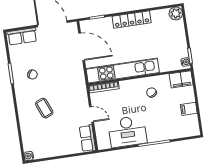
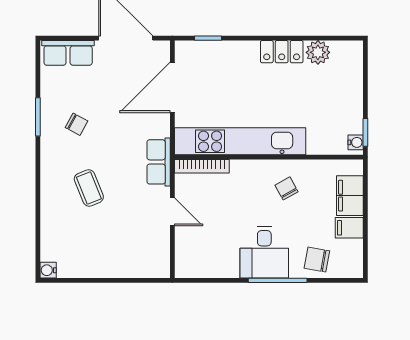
plant: (176, 13) -> (318, 52), moved
locker: (132, 20) -> (282, 52), width x0.66
door: (82, 47) -> (172, 87), swing flipped
filing cabinet: (181, 79) -> (350, 196), moved, turned 90
chair: (174, 129) -> (317, 260), added
desk: (127, 131) -> (264, 252), moved, width x0.73
row of seats: (87, 138) -> (159, 162), moved

